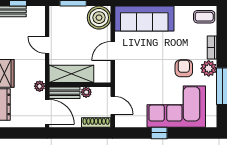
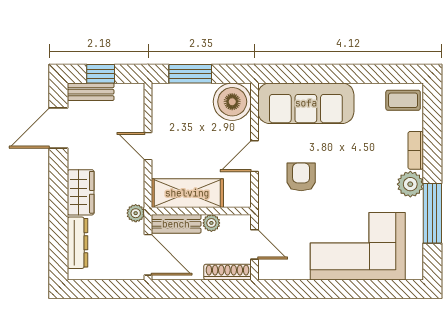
armchair: (184, 68) -> (301, 177), moved
window: (159, 133) -> (330, 289), removed

